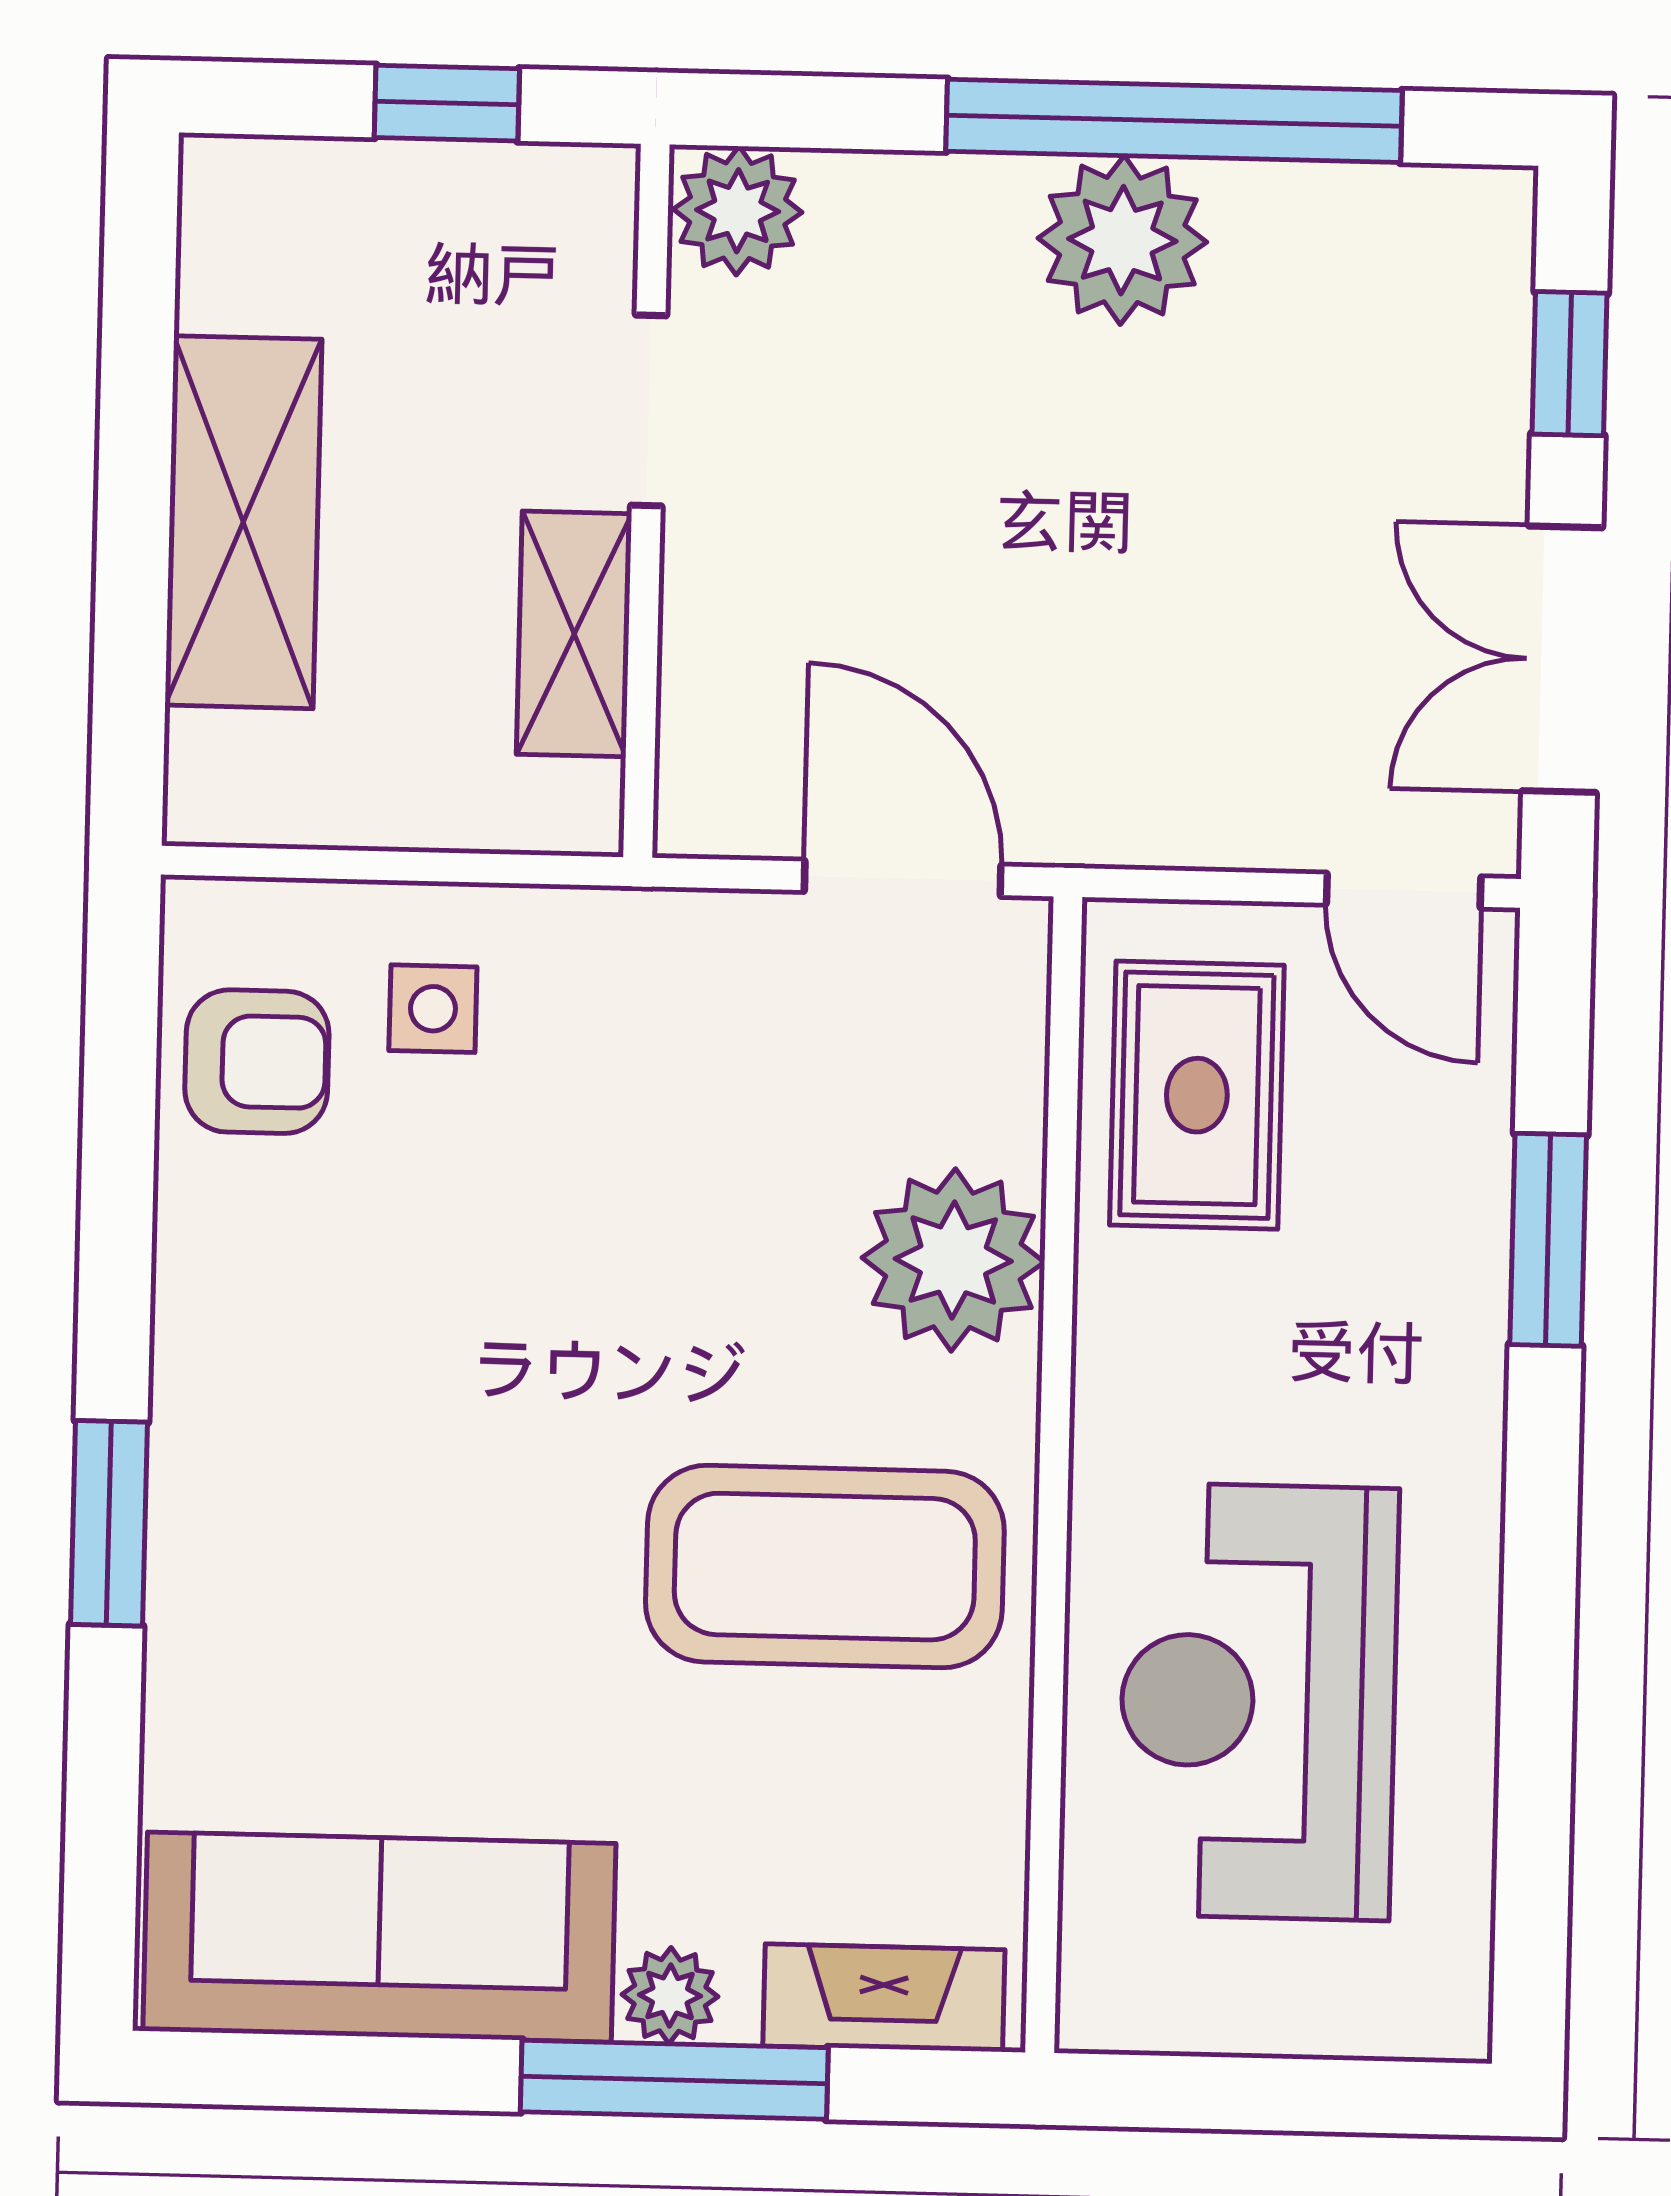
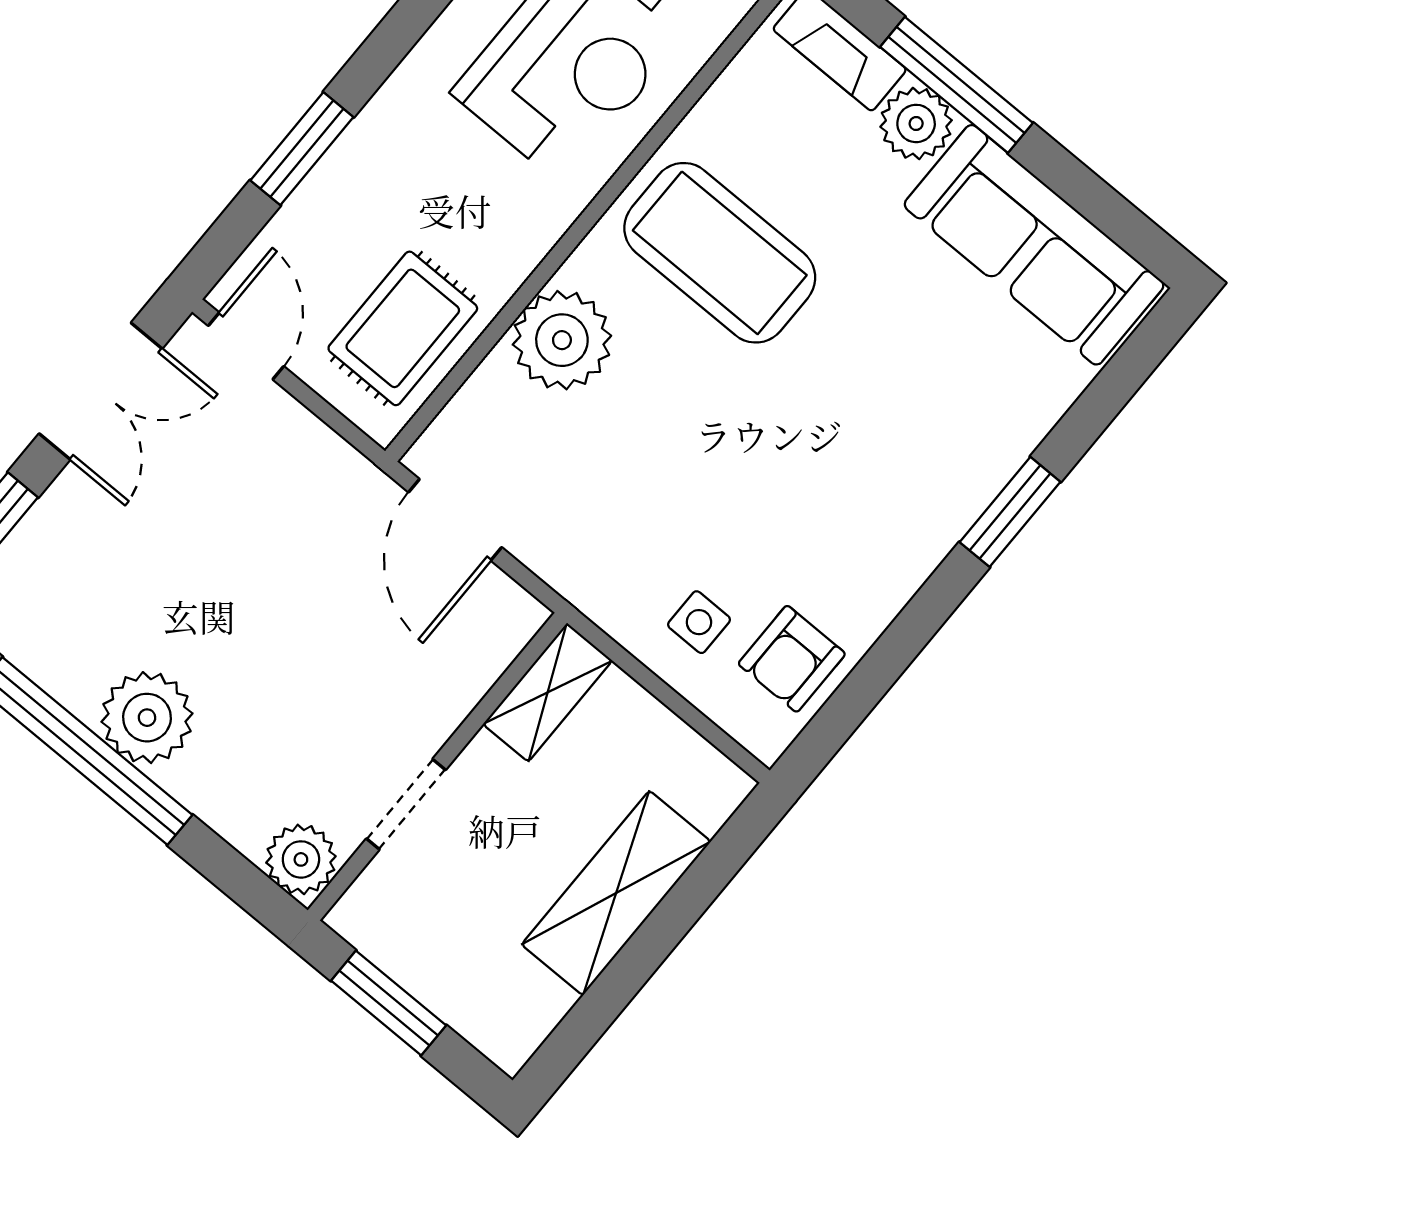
window: (447, 103) -> (389, 1003), width x1.50
shelving: (574, 634) -> (548, 692), moved
armchair: (257, 1062) -> (792, 659), turned -90
plant: (670, 1995) -> (916, 123), width x1.38, depth x1.38

